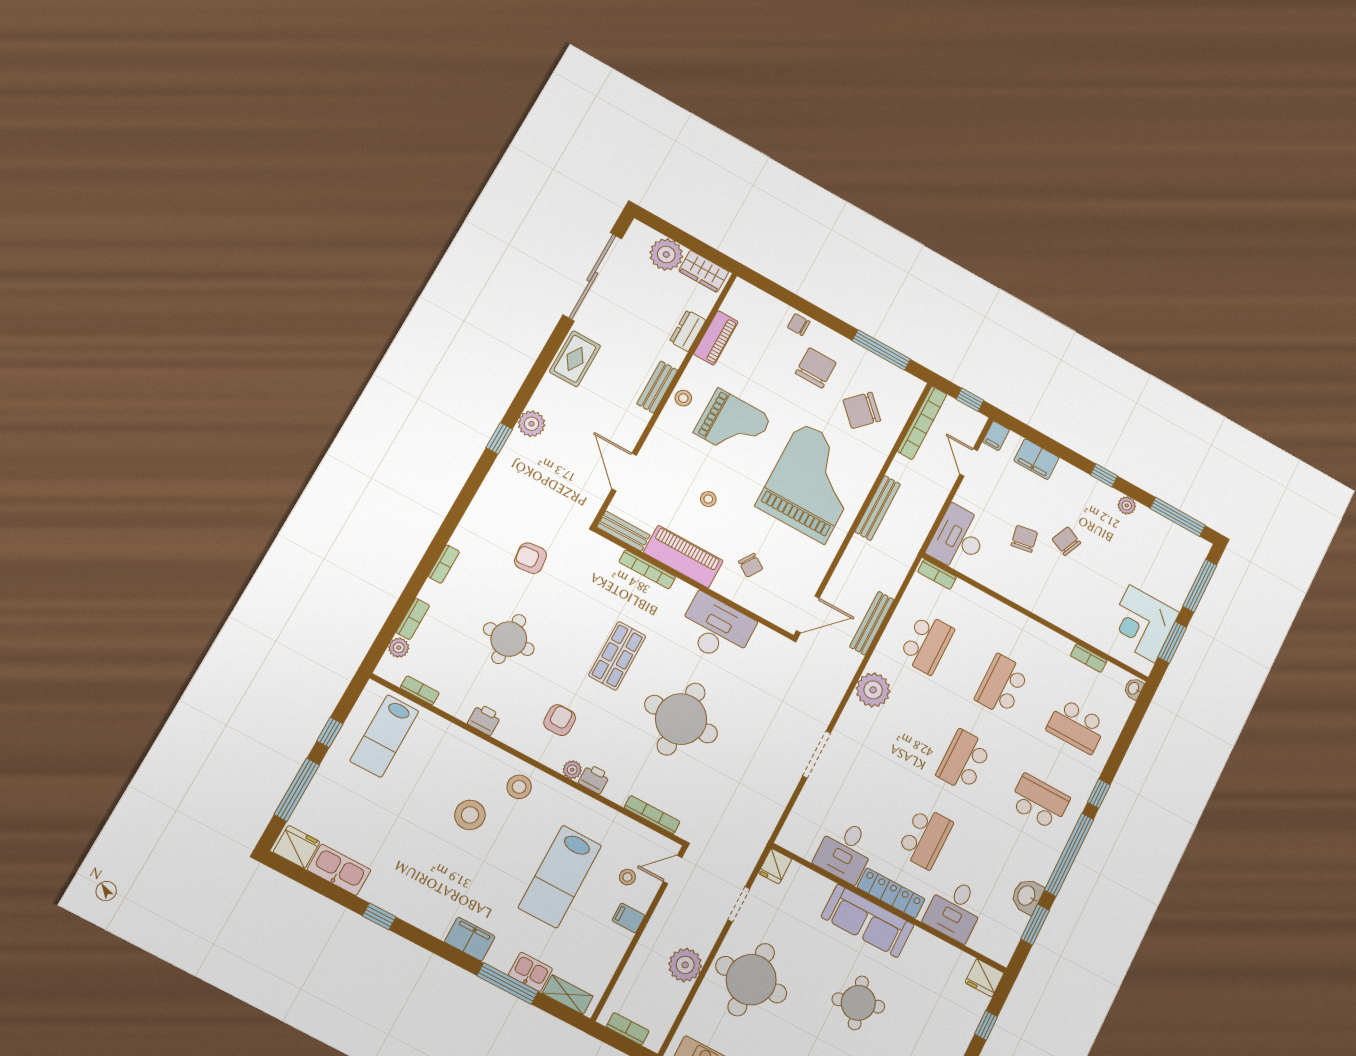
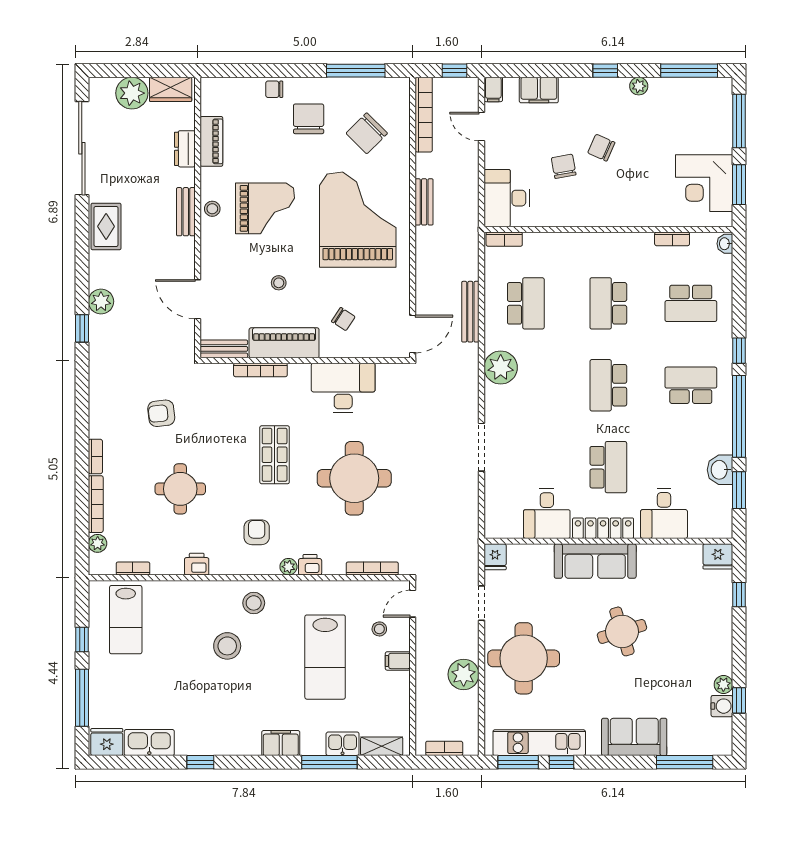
bench: (878, 508) -> (424, 202), width x0.73
bookcase: (413, 619) -> (96, 504), width x1.56

